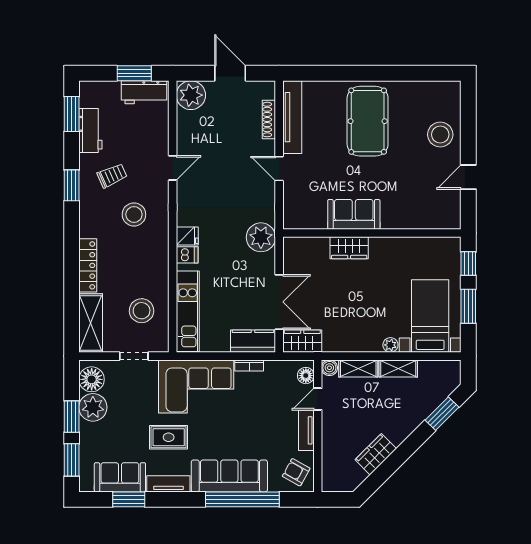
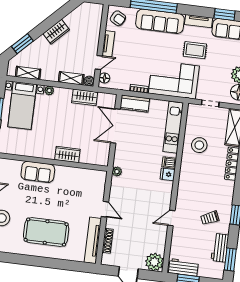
pool table: (368, 121) -> (46, 232), turned 90
stool: (134, 214) -> (199, 192), removed
sofa: (354, 214) -> (38, 172), moved
plant: (261, 237) -> (117, 171), width x0.53, depth x0.53
stool: (142, 311) -> (199, 145), moved
wardrobe: (302, 341) -> (85, 97), moved
shelving: (398, 368) -> (28, 73), moved
wardrobe: (376, 454) -> (56, 32), moved

